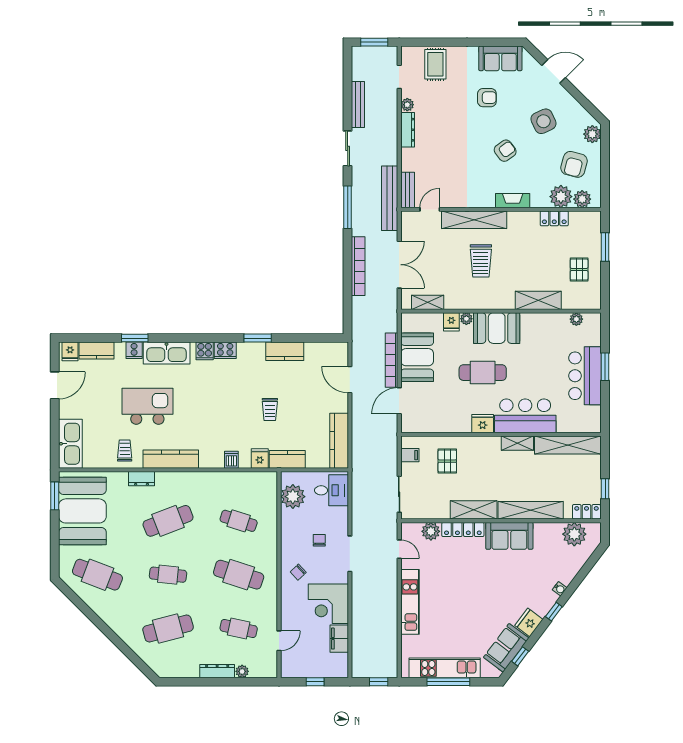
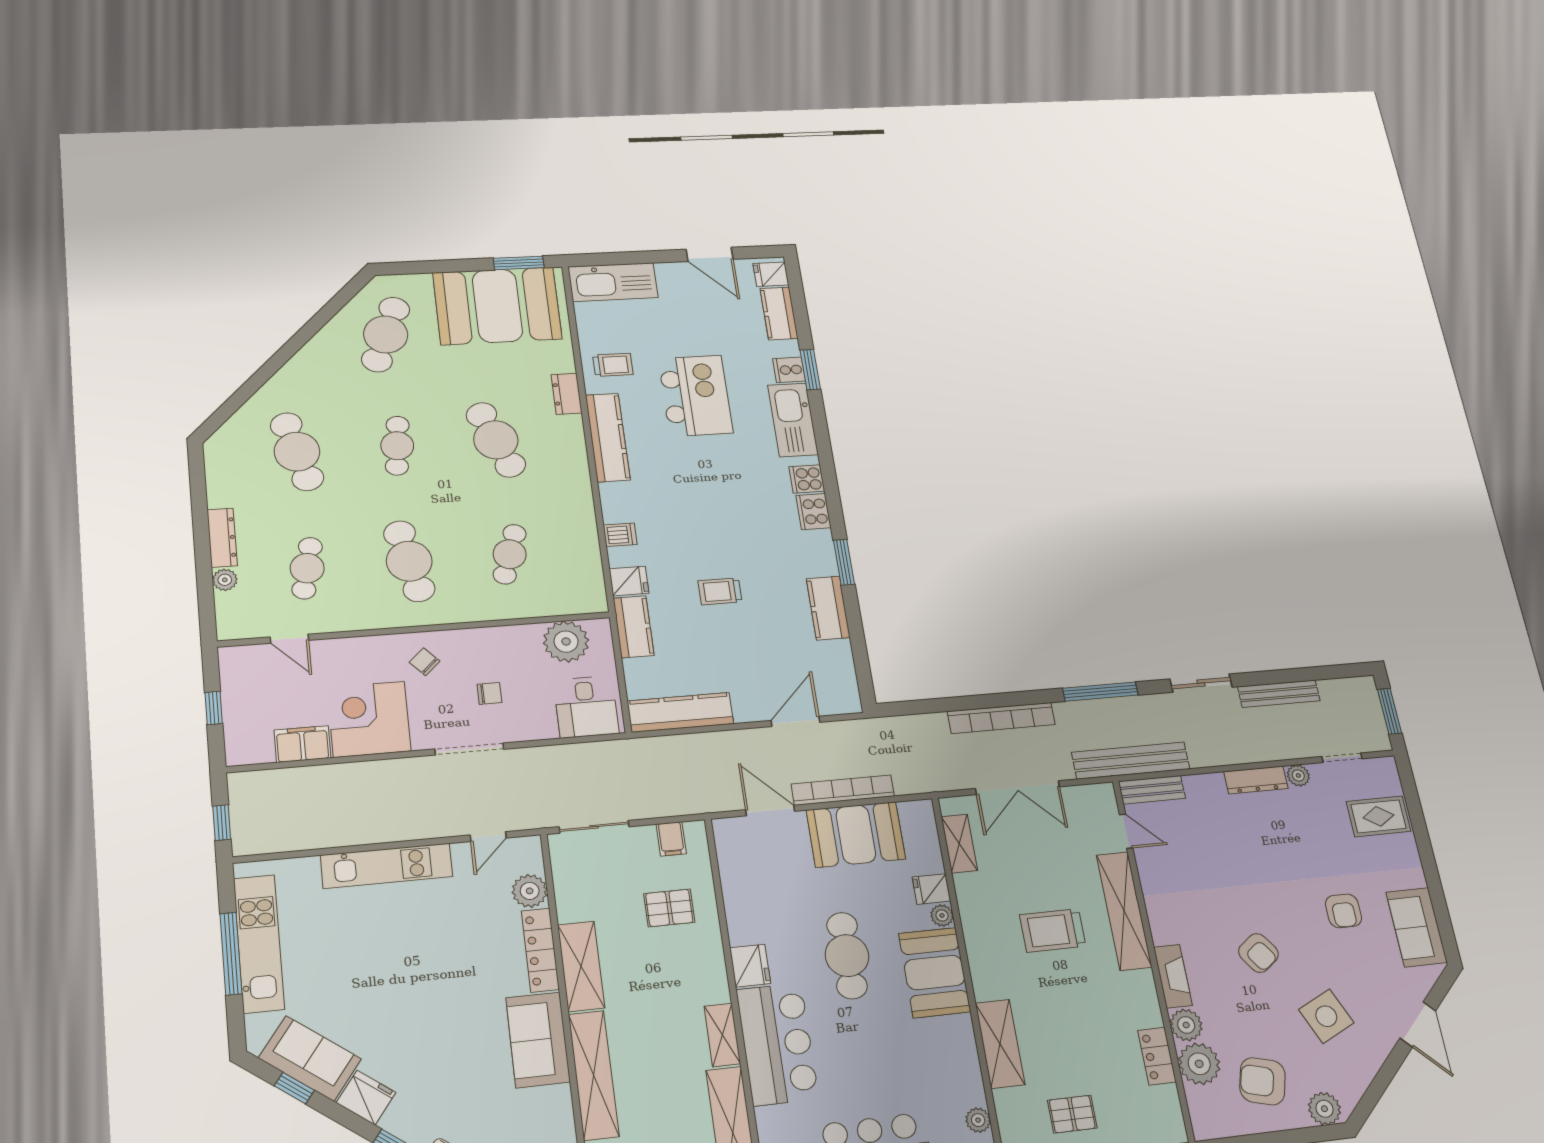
plant: (582, 199) -> (1186, 1025), moved
cafe table: (239, 575) -> (409, 561), turned -30

